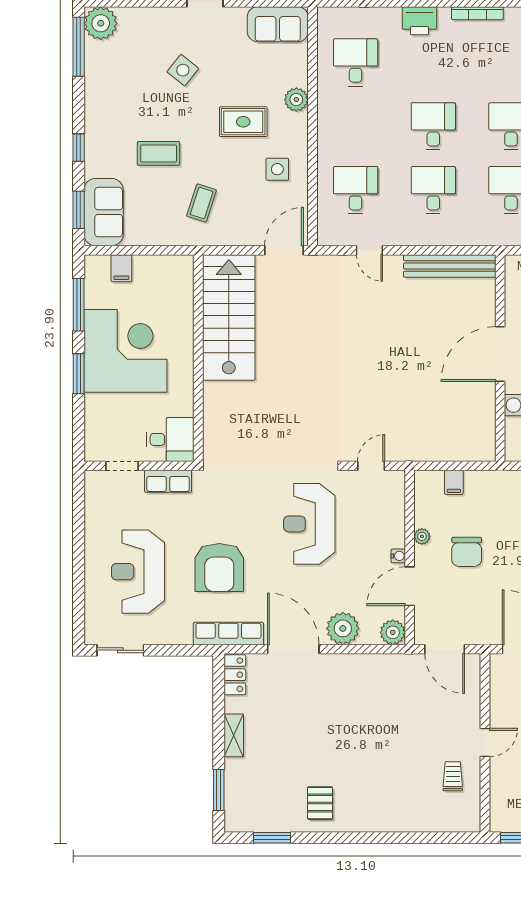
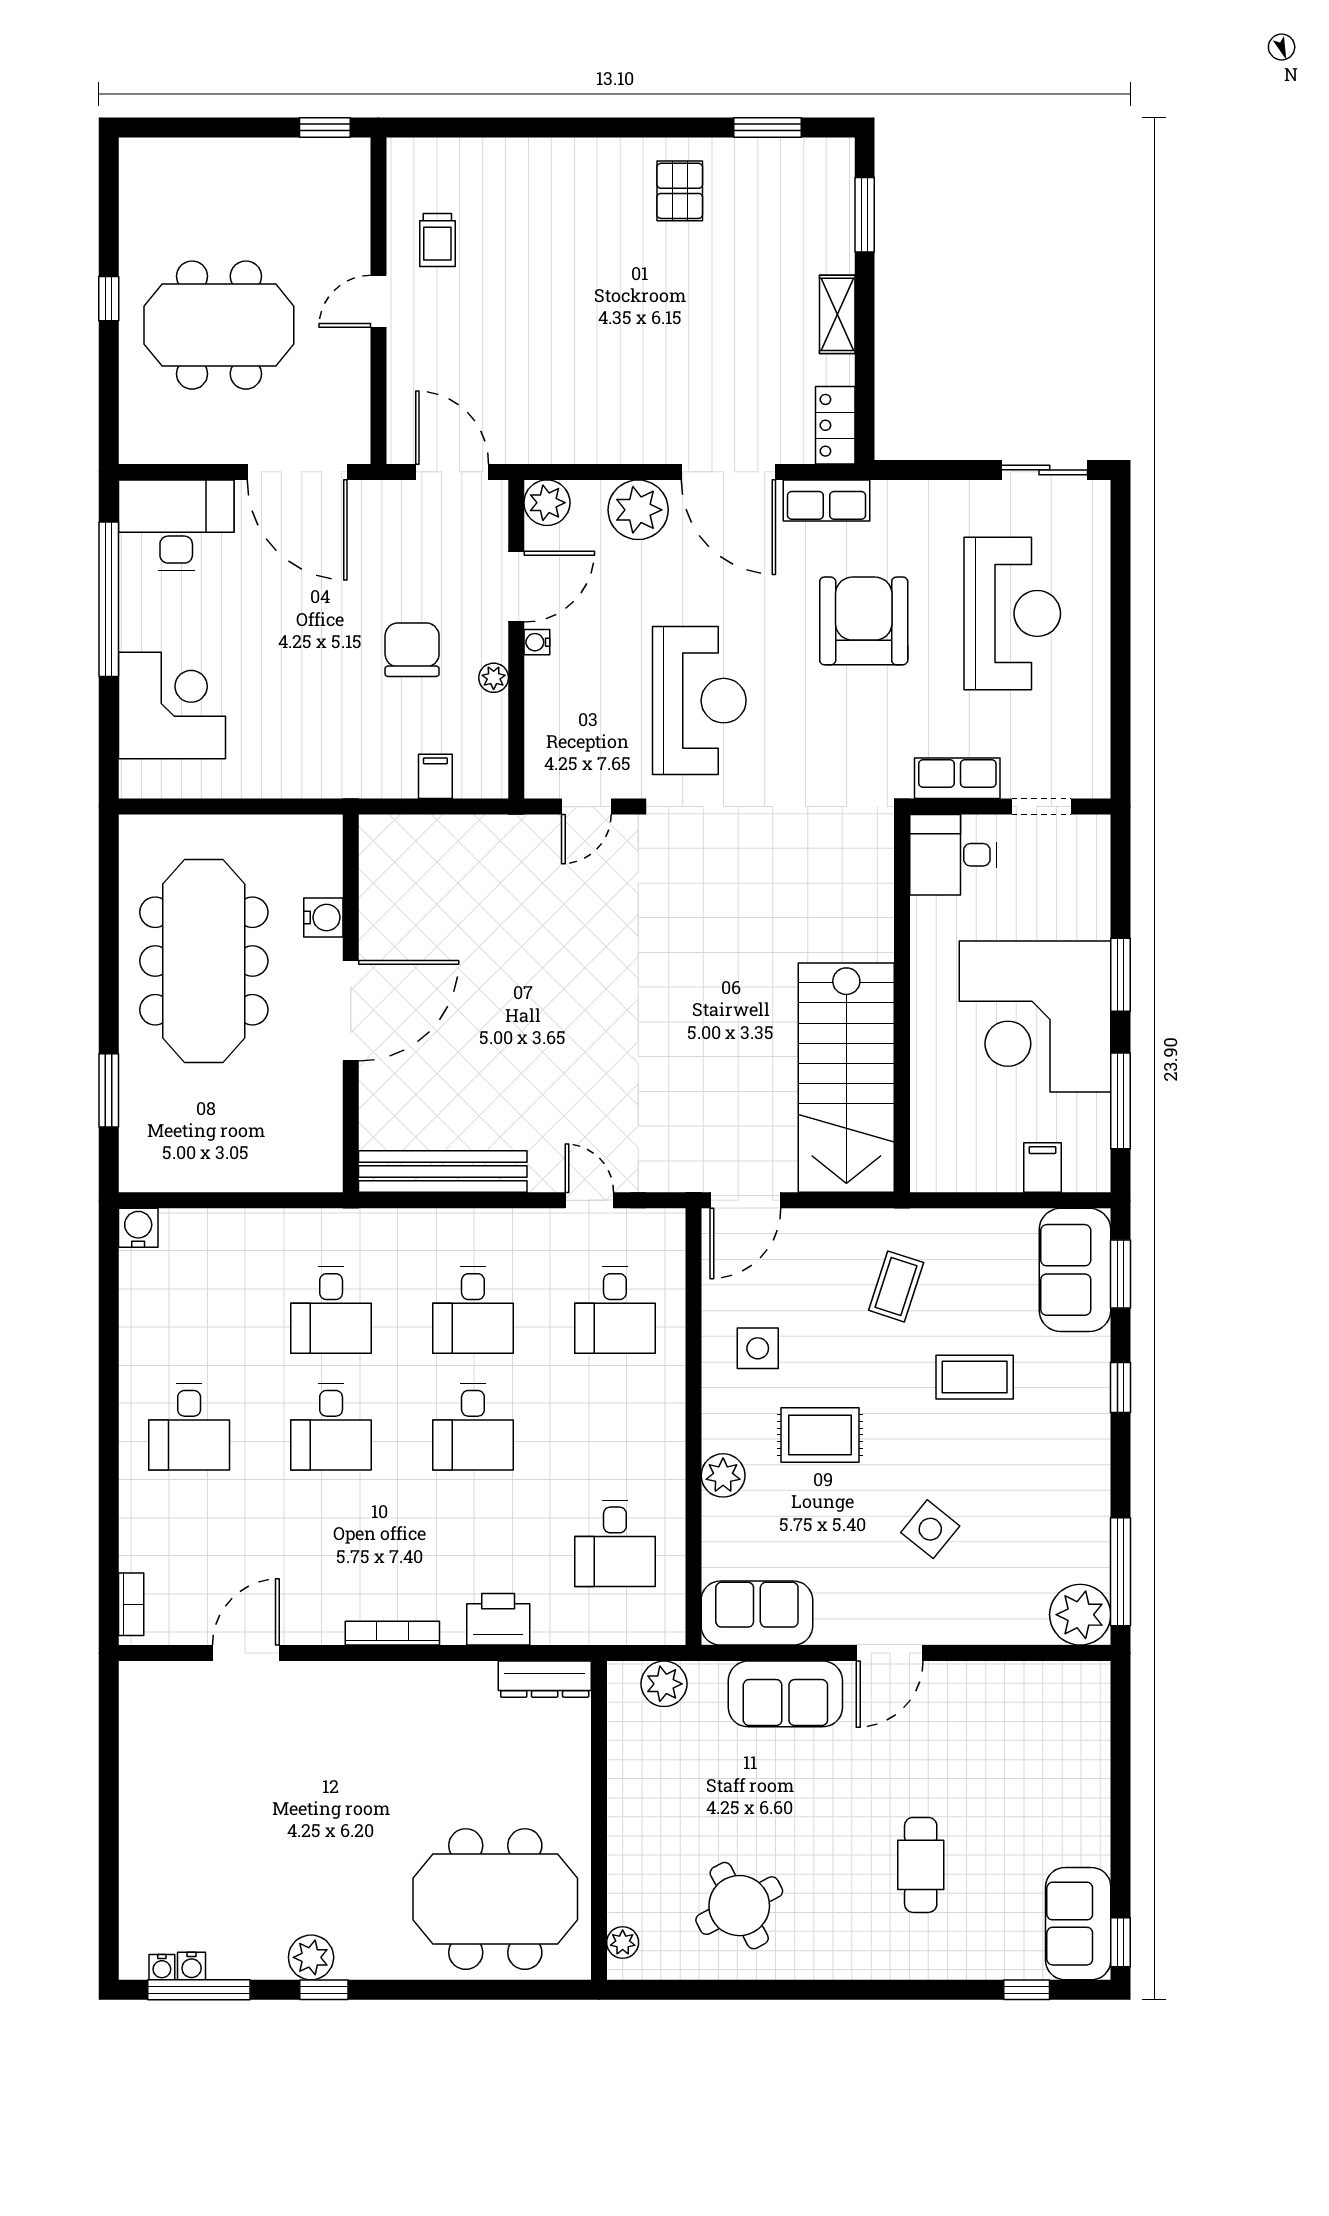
row of seats: (228, 634) -> (826, 500), width x0.68

